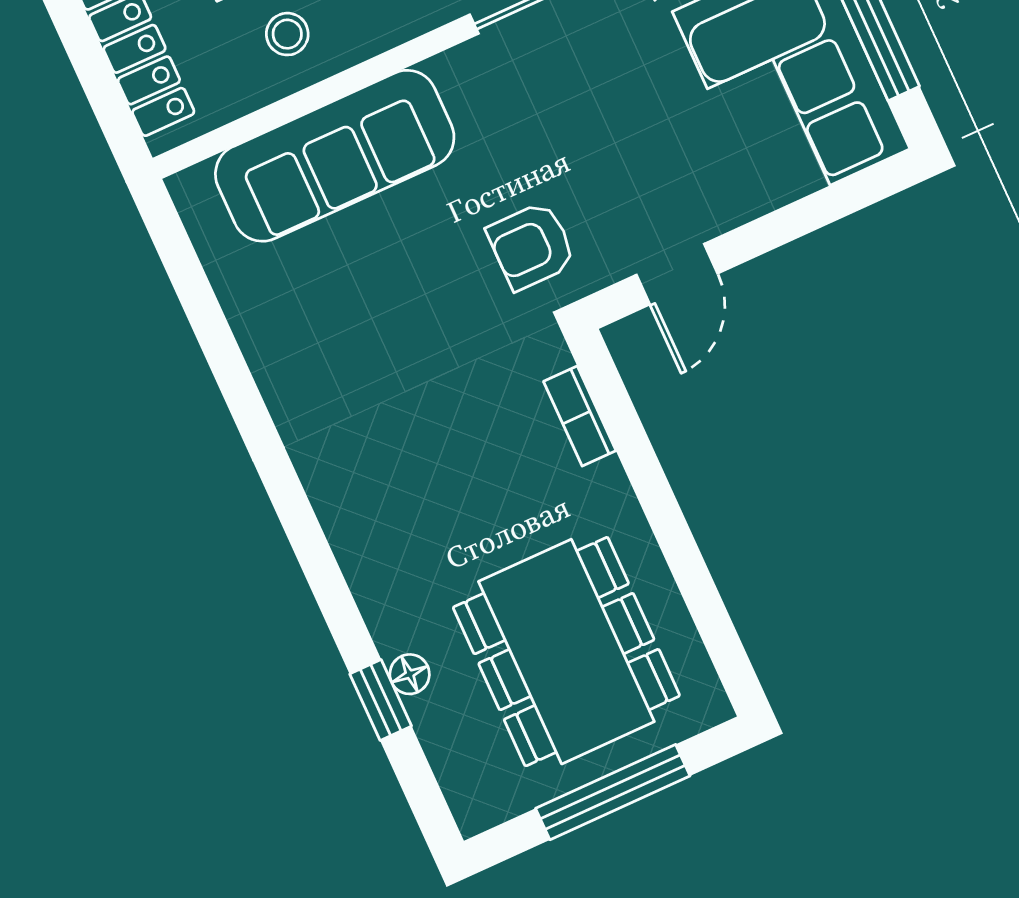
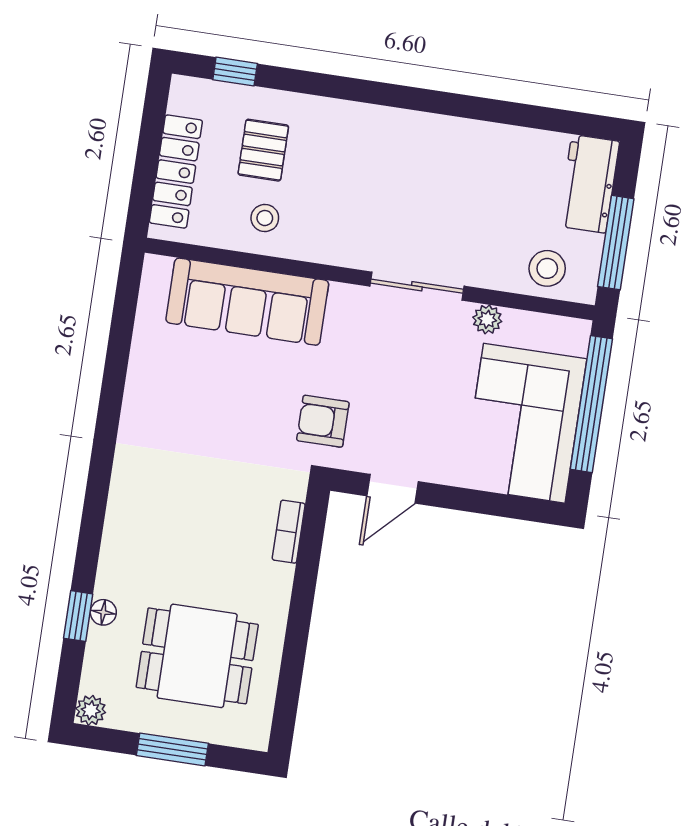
dining table: (566, 652) -> (197, 656), width x0.73
window: (613, 792) -> (172, 749), width x0.69
plant: (475, 810) -> (91, 710), added

